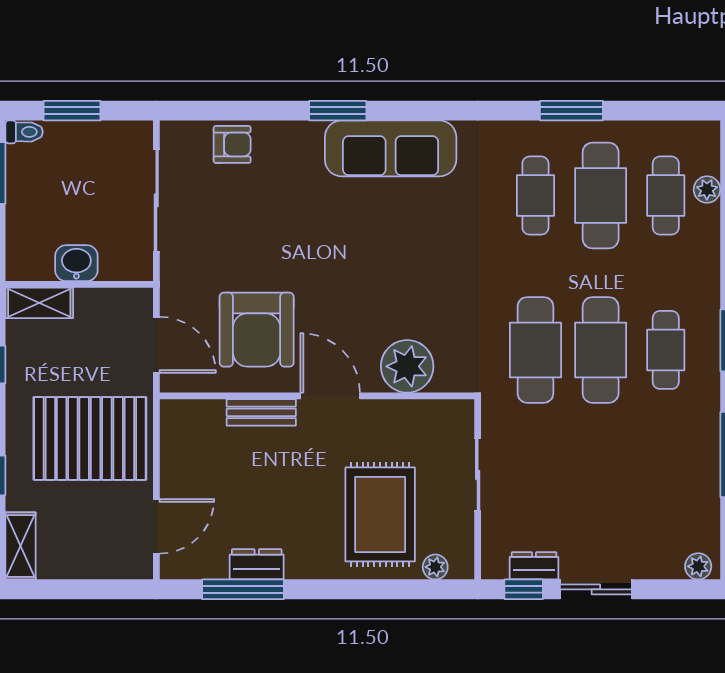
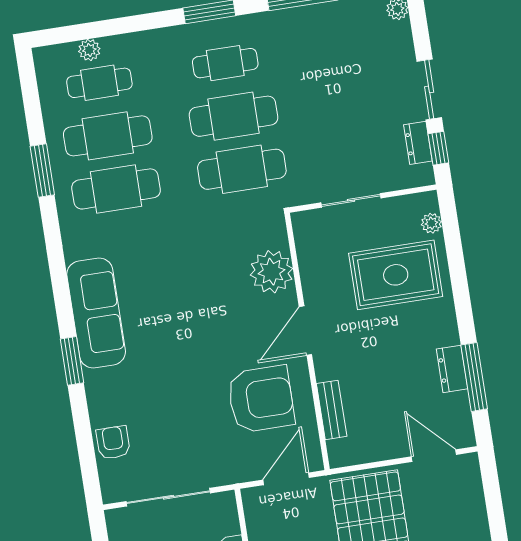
cafe table: (535, 196) -> (116, 189), width x1.37, depth x1.35
bench: (261, 412) -> (332, 410), moved

